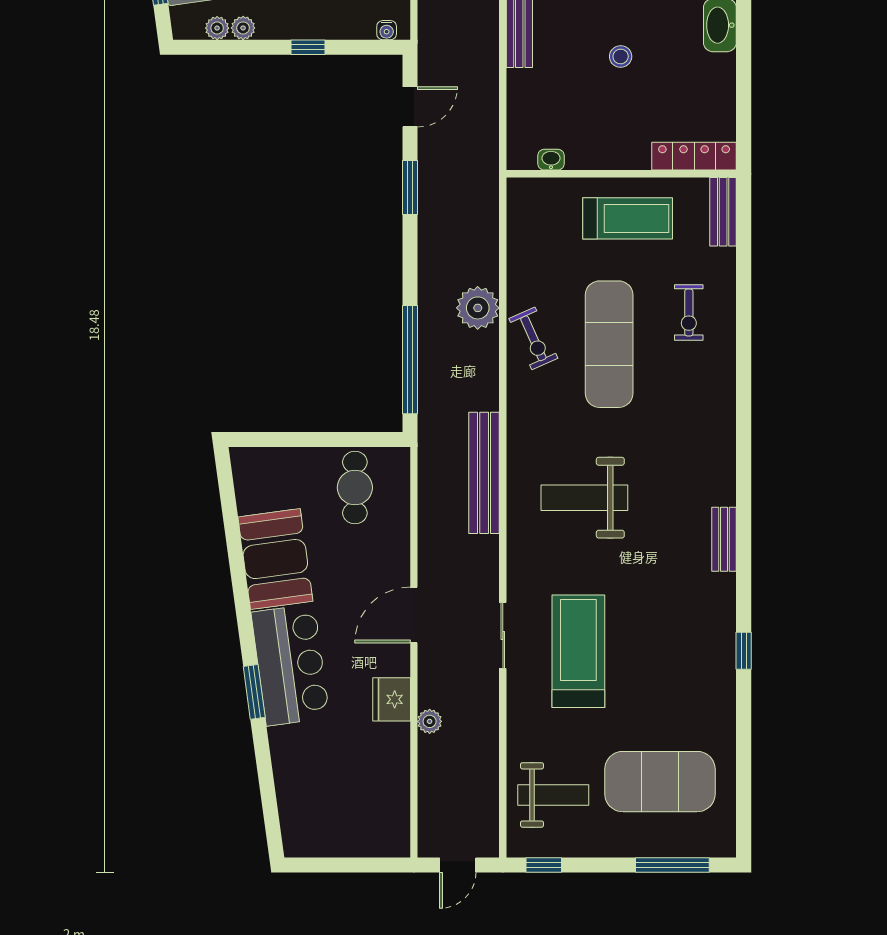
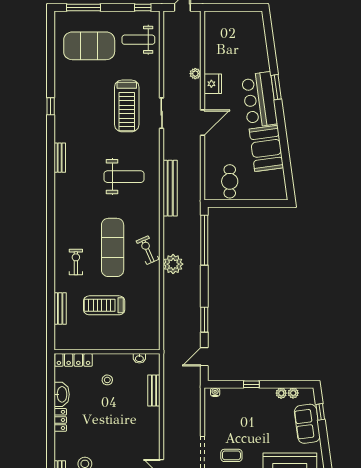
locker: (694, 156) -> (73, 360), moved
washbasin: (551, 160) -> (139, 358), moved
wall: (621, 174) -> (107, 352), moved

